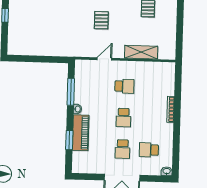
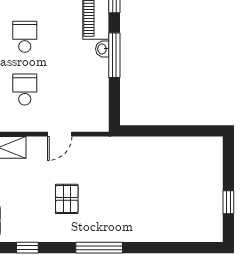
school desk: (124, 86) -> (25, 90), turned 90
window: (71, 92) -> (114, 55), moved

